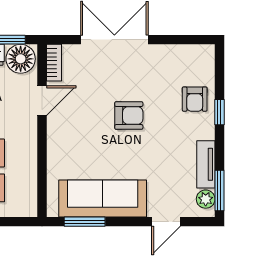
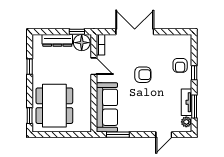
door: (42, 101) -> (94, 66), hinge flipped
window: (219, 190) -> (194, 106), moved
sofa: (103, 199) -> (107, 107), moved, turned 90

